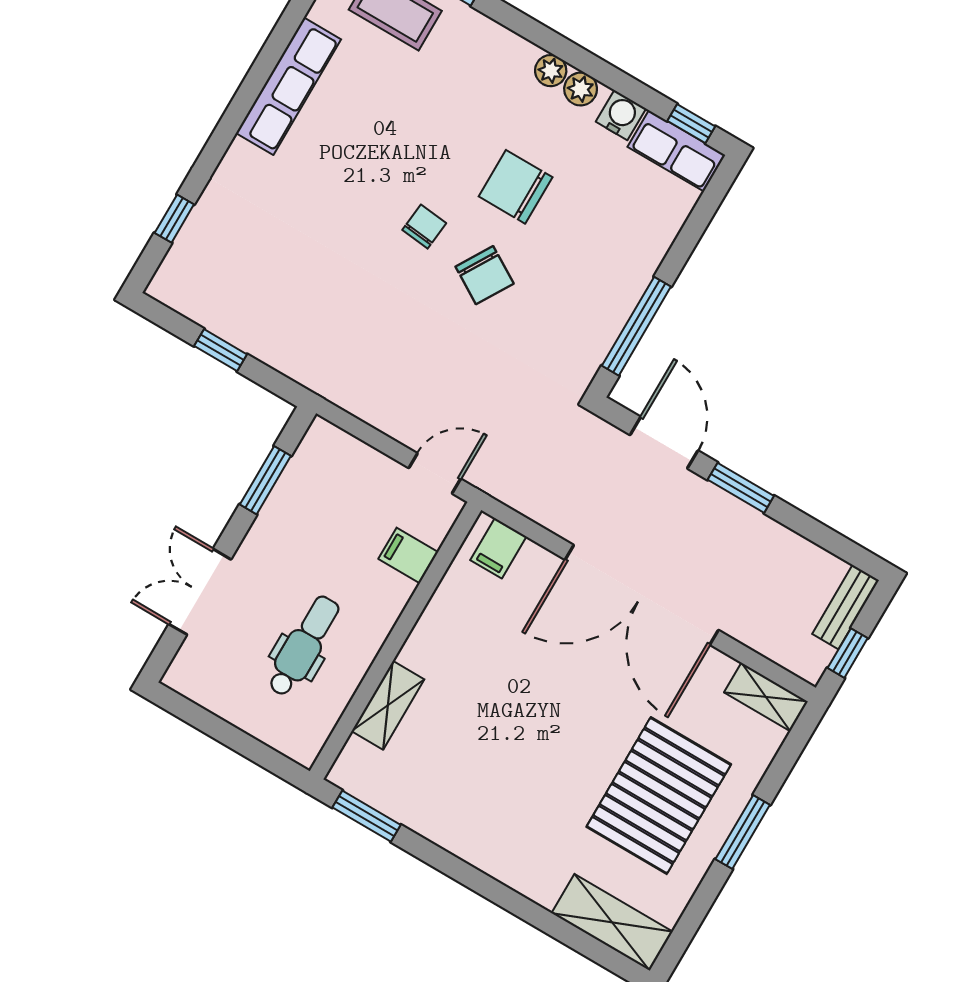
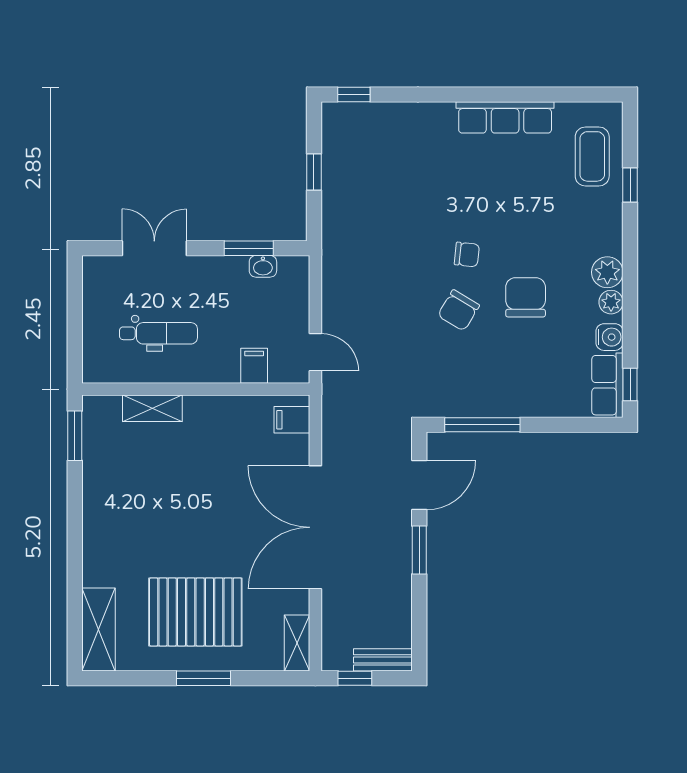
plant: (551, 71) -> (607, 272), width x1.38, depth x1.38
window: (174, 219) -> (354, 94), moved
washbasin: (297, 476) -> (263, 266), added

